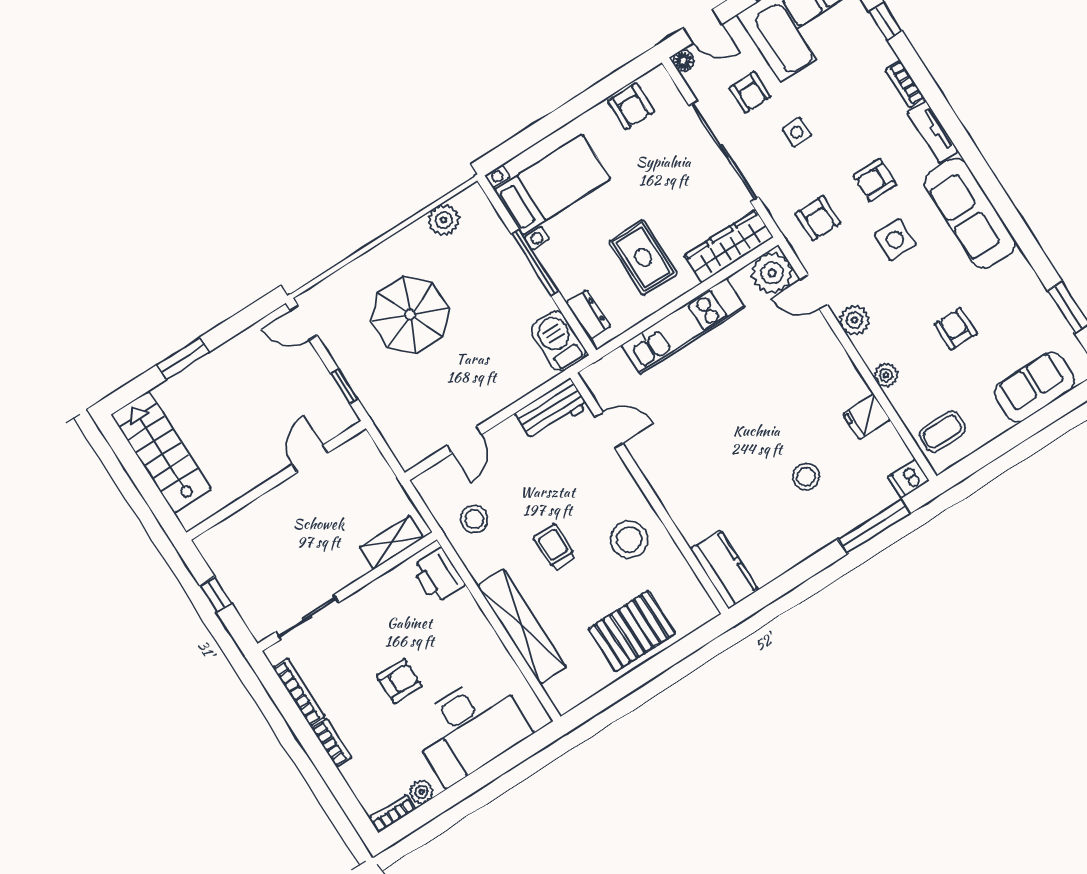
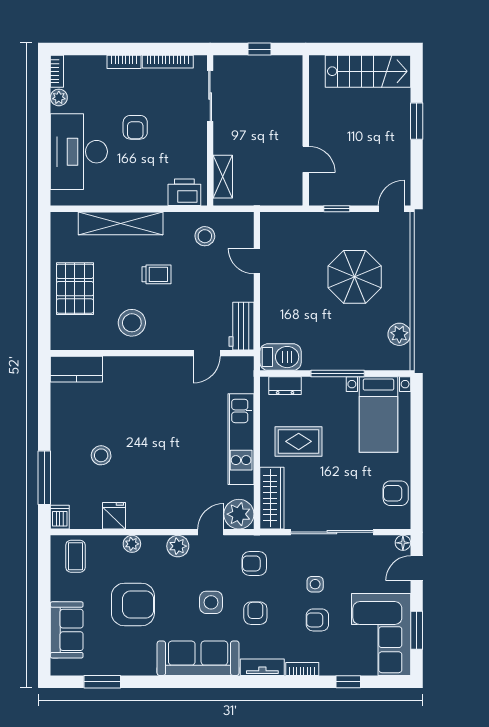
armchair: (750, 92) -> (317, 620), moved
armchair: (956, 329) -> (133, 604), width x1.88, depth x1.88

